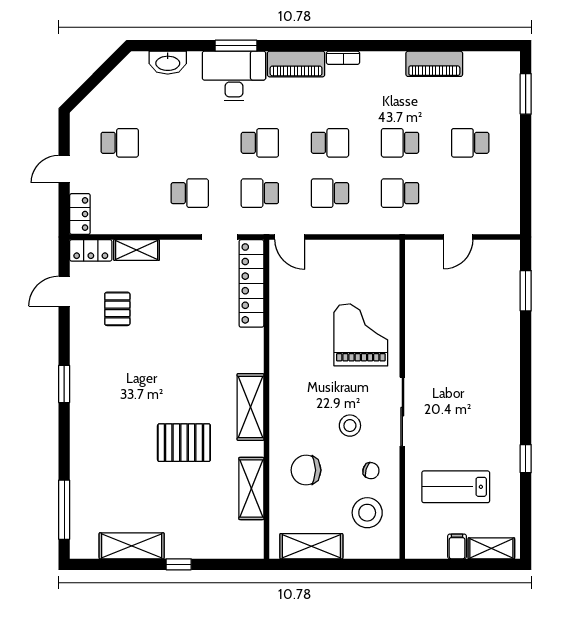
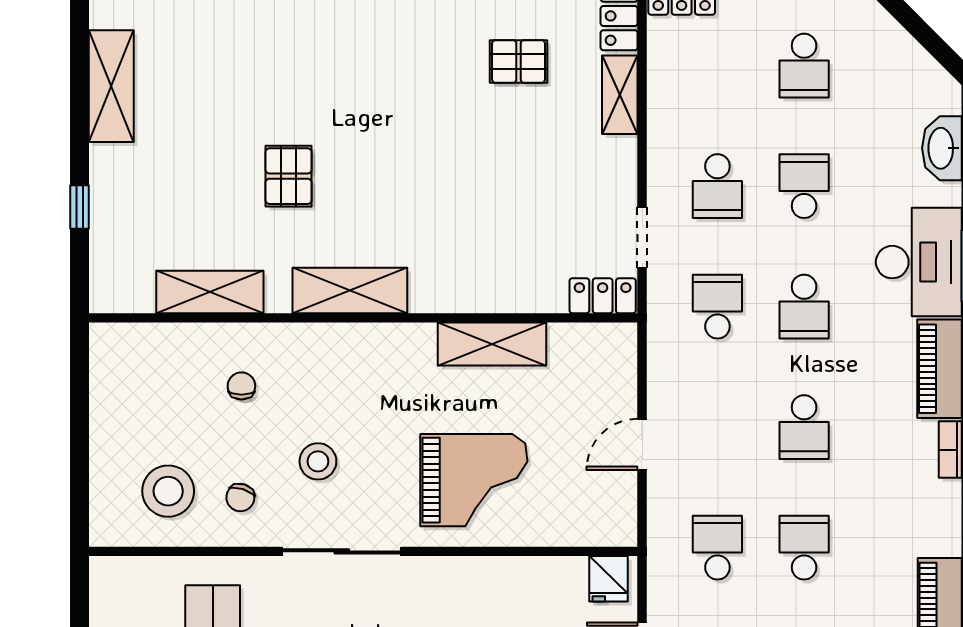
school desk: (330, 193) -> (804, 186), moved
door: (290, 237) -> (642, 444), moved
fridge: (418, 256) -> (609, 579), added
locker: (251, 283) -> (603, 296), width x0.46, depth x0.83
pallet: (184, 443) -> (289, 176), width x0.67, depth x0.71
chair: (306, 470) -> (241, 386), width x0.54, depth x0.54
shelving: (311, 546) -> (492, 344), moved, turned 90
window: (179, 564) -> (79, 207), moved

